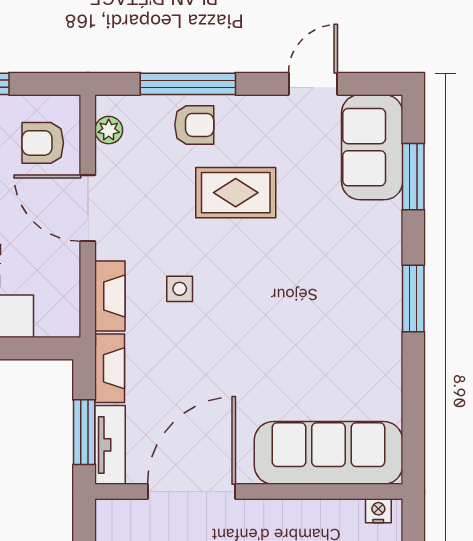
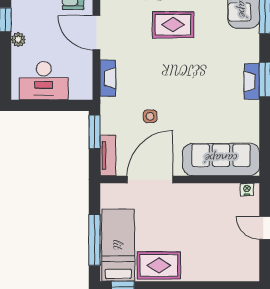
side table: (180, 289) -> (150, 116), moved
fireplace: (110, 368) -> (252, 81), moved, turned 180
window: (84, 432) -> (94, 132), moved

